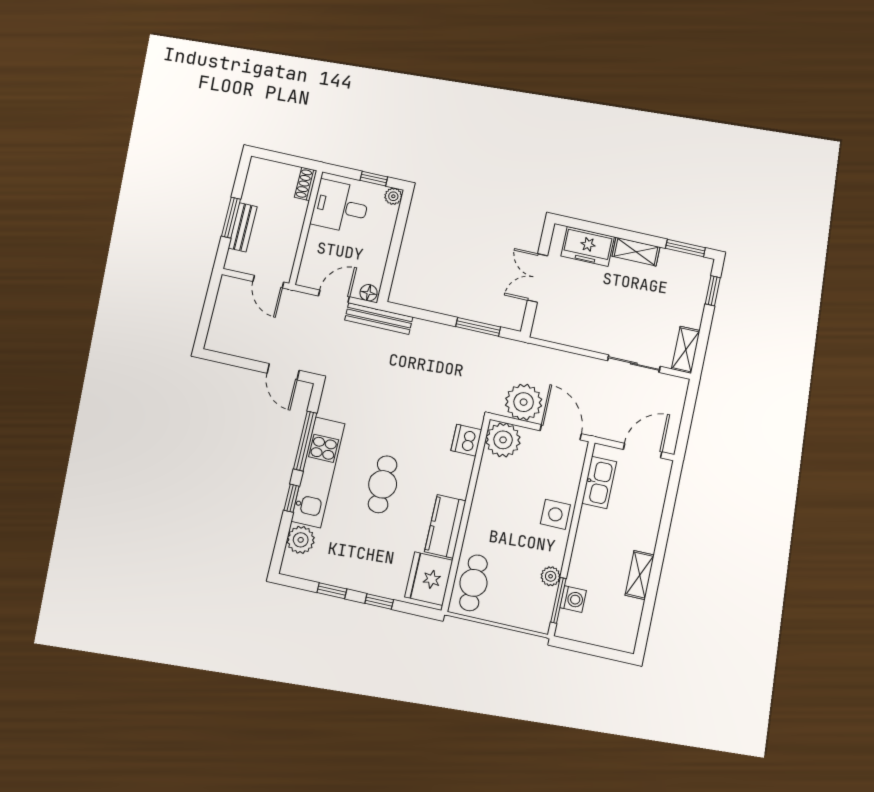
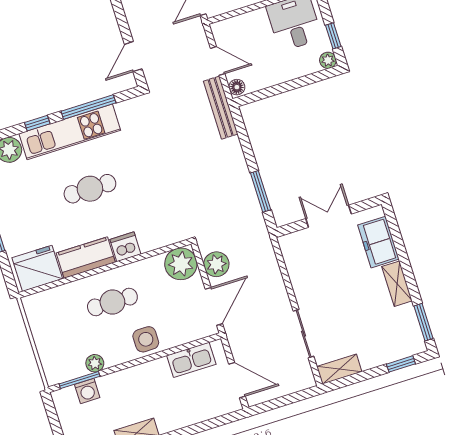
plant: (524, 402) -> (216, 264), width x0.73, depth x0.73
dishwasher: (466, 440) -> (125, 247), moved
cafe table: (473, 583) -> (112, 302), moved

